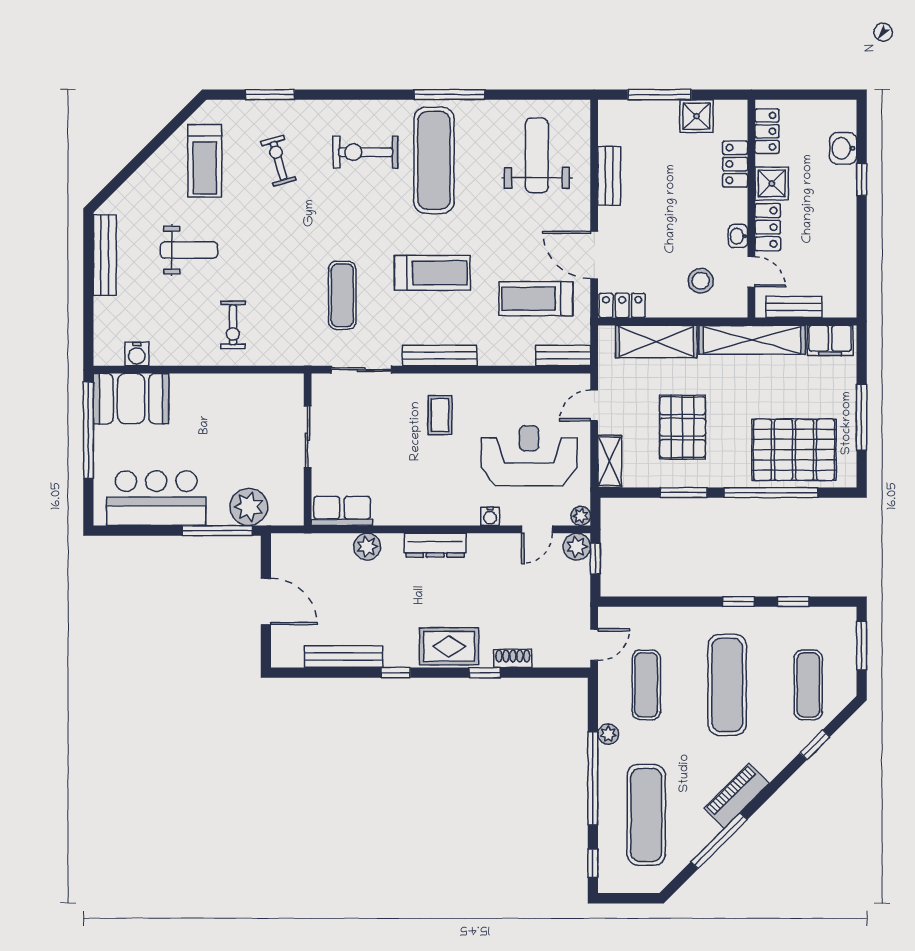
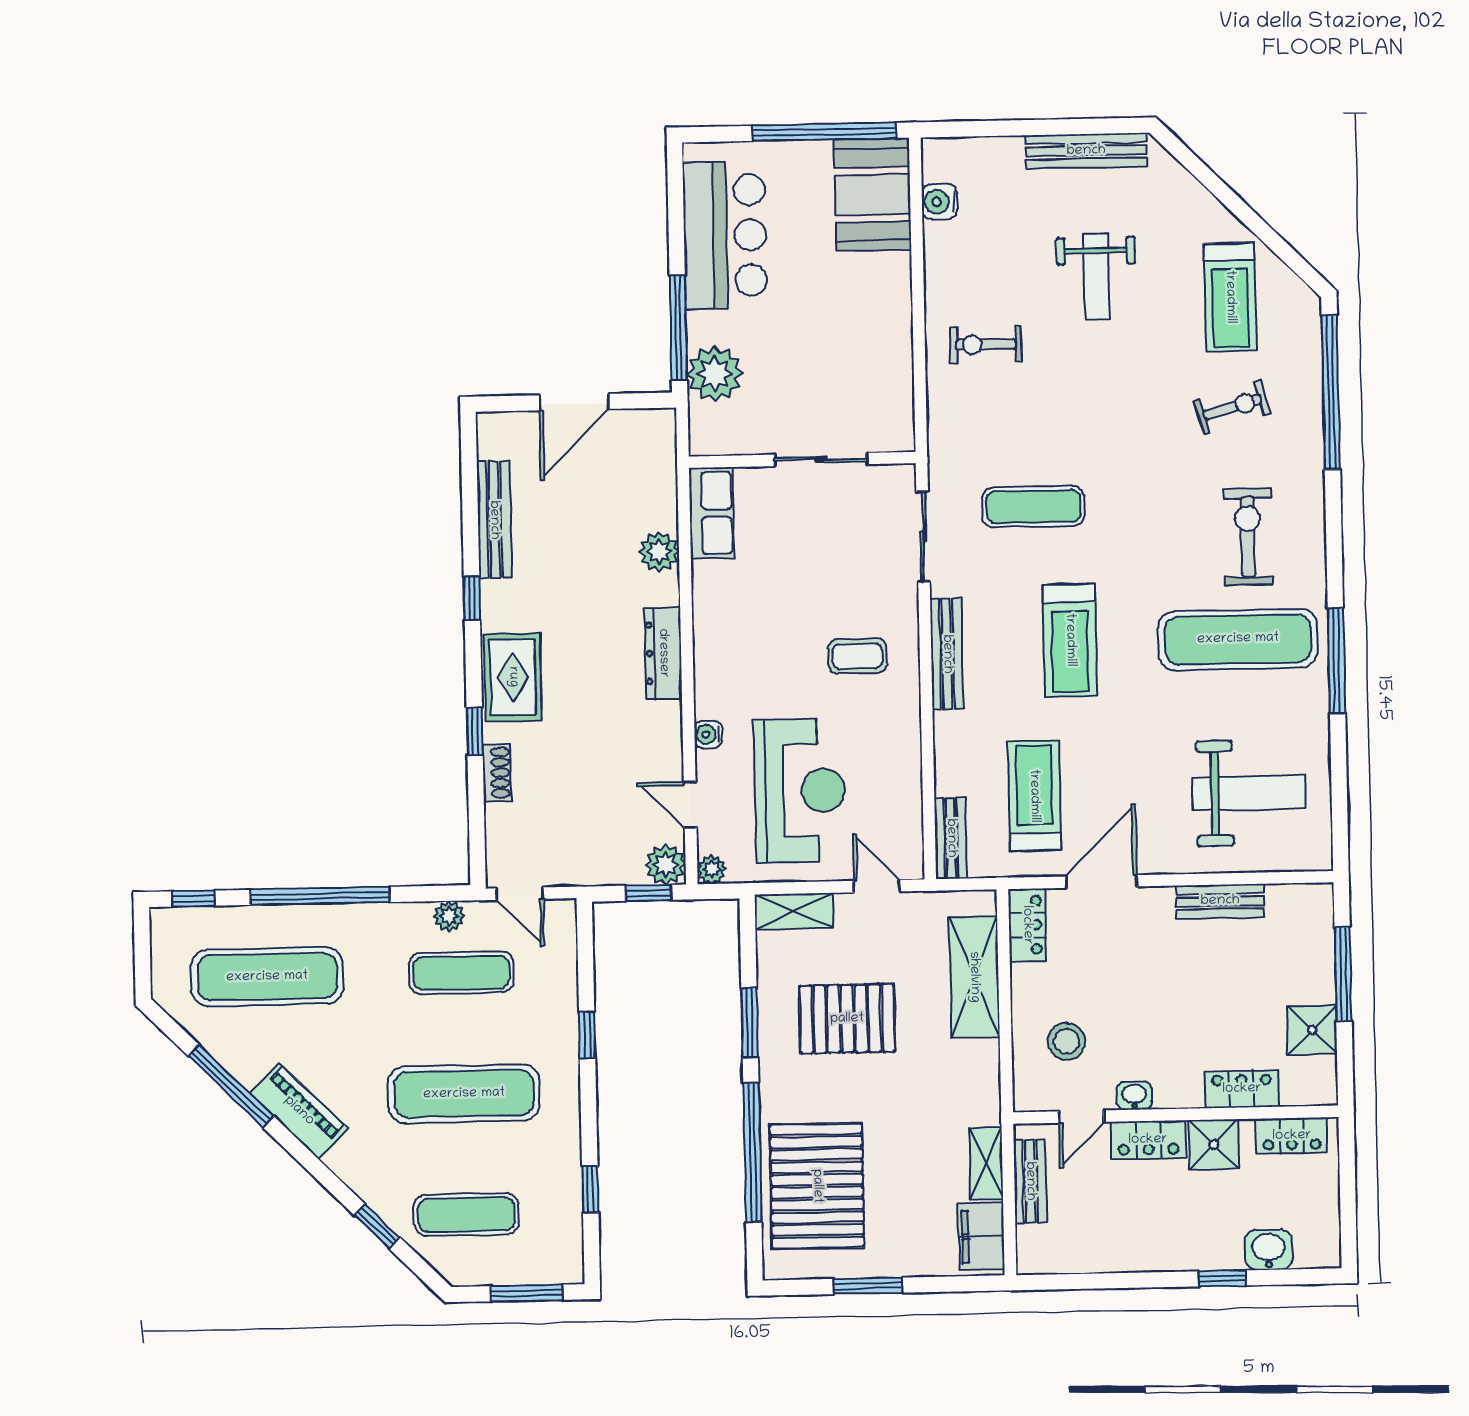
window: (270, 95) -> (1331, 392), width x2.11
treadmill: (205, 161) -> (1230, 297), turned -90
shelving: (752, 340) -> (986, 1163), width x0.45, depth x0.75
window: (862, 417) -> (868, 1286), width x0.69
window: (738, 602) -> (587, 1035), moved
plant: (608, 734) -> (449, 916), moved

